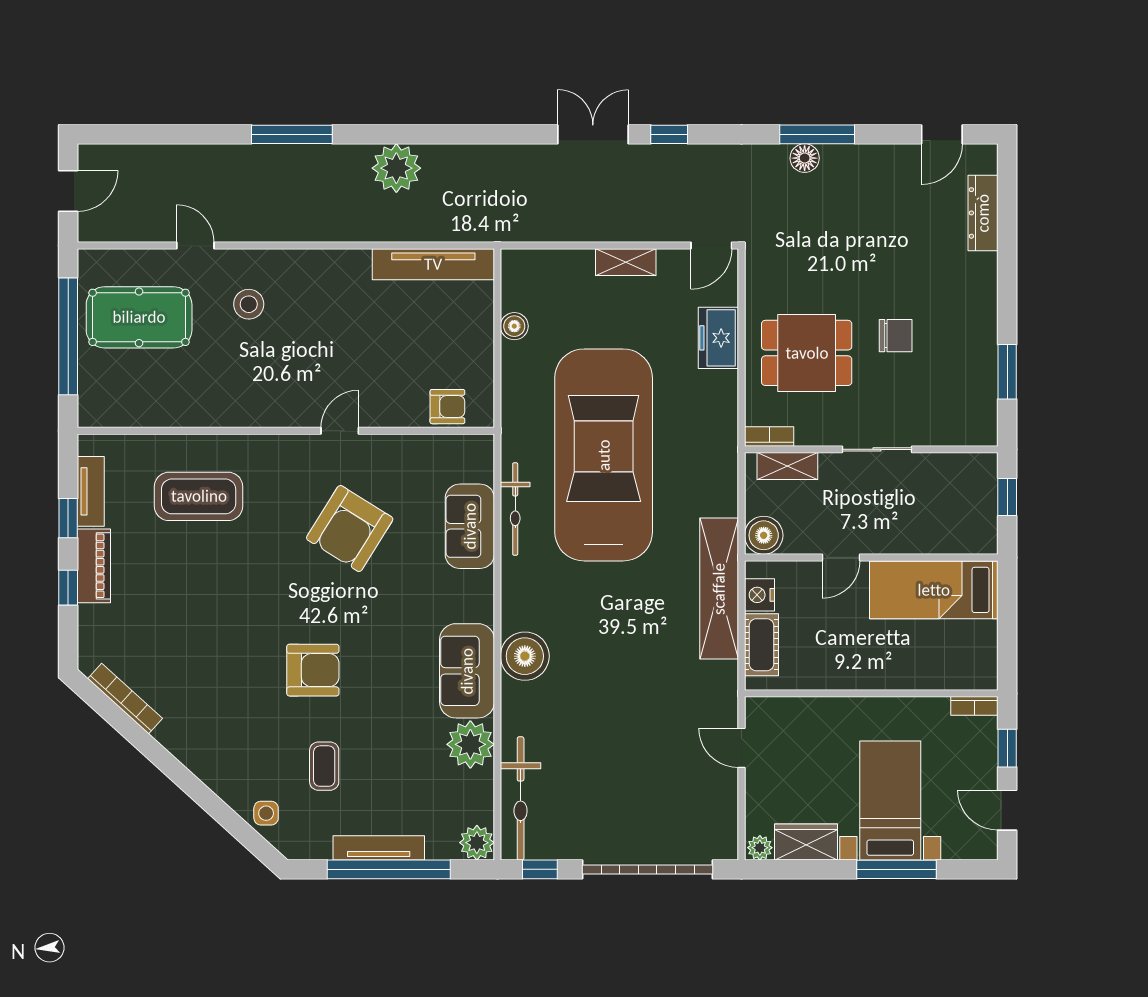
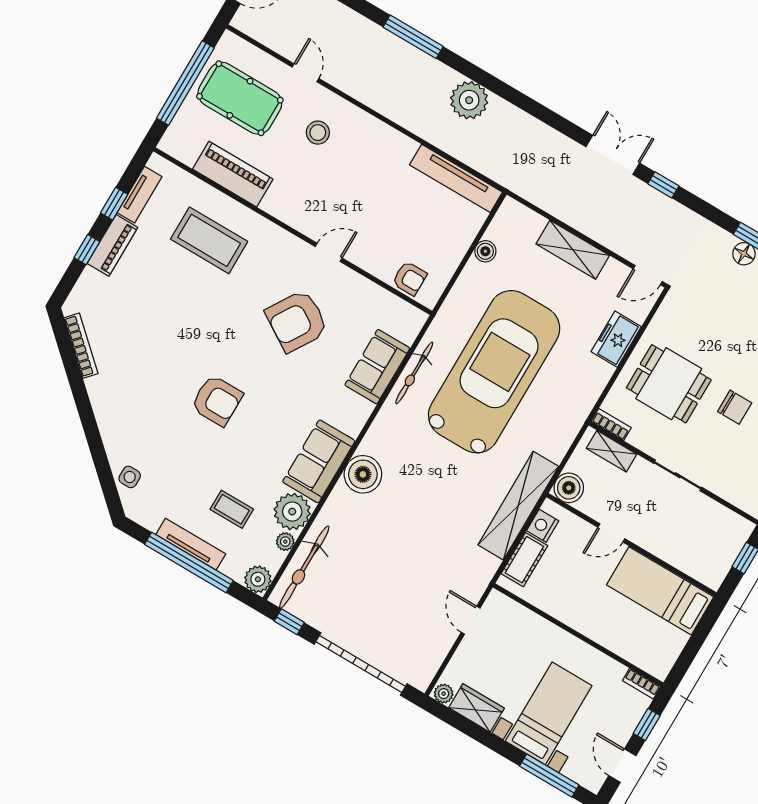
shelving: (626, 262) -> (573, 250), width x1.50, depth x1.33
piano: (181, 407) -> (233, 174), added
coffee table: (324, 766) -> (232, 509), moved, turned 90
plant: (483, 783) -> (285, 542), added
window: (897, 869) -> (549, 775), moved

